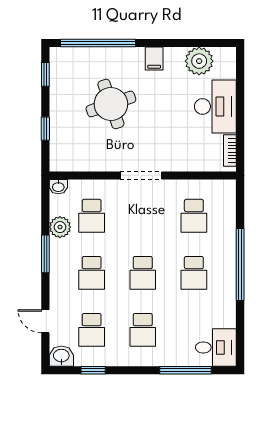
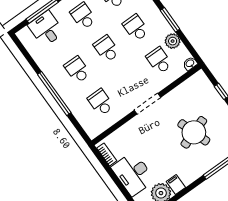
filing cabinet: (154, 59) -> (176, 185), moved
desk: (216, 347) -> (46, 29), moved, turned 90

